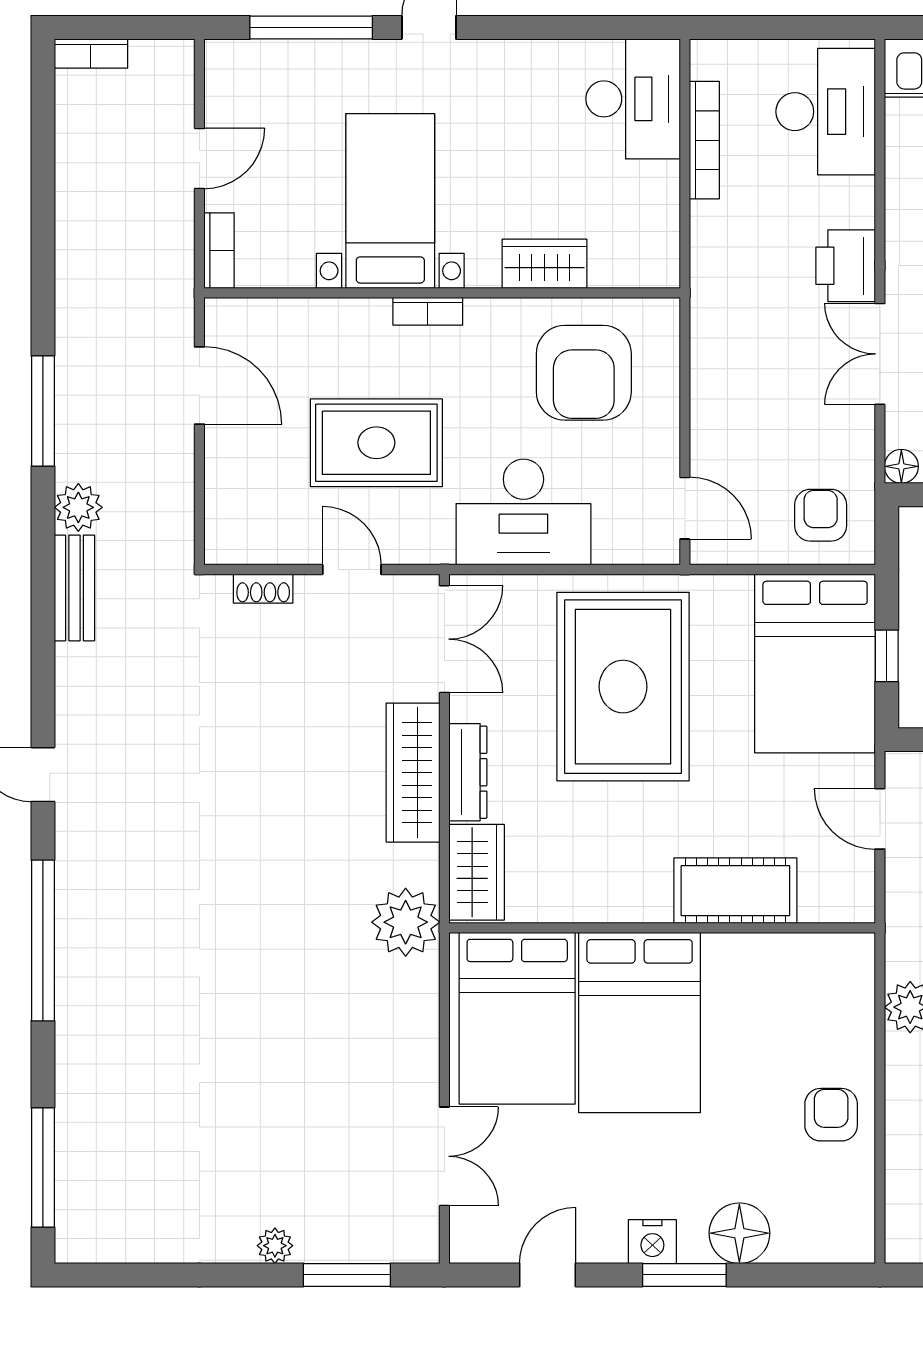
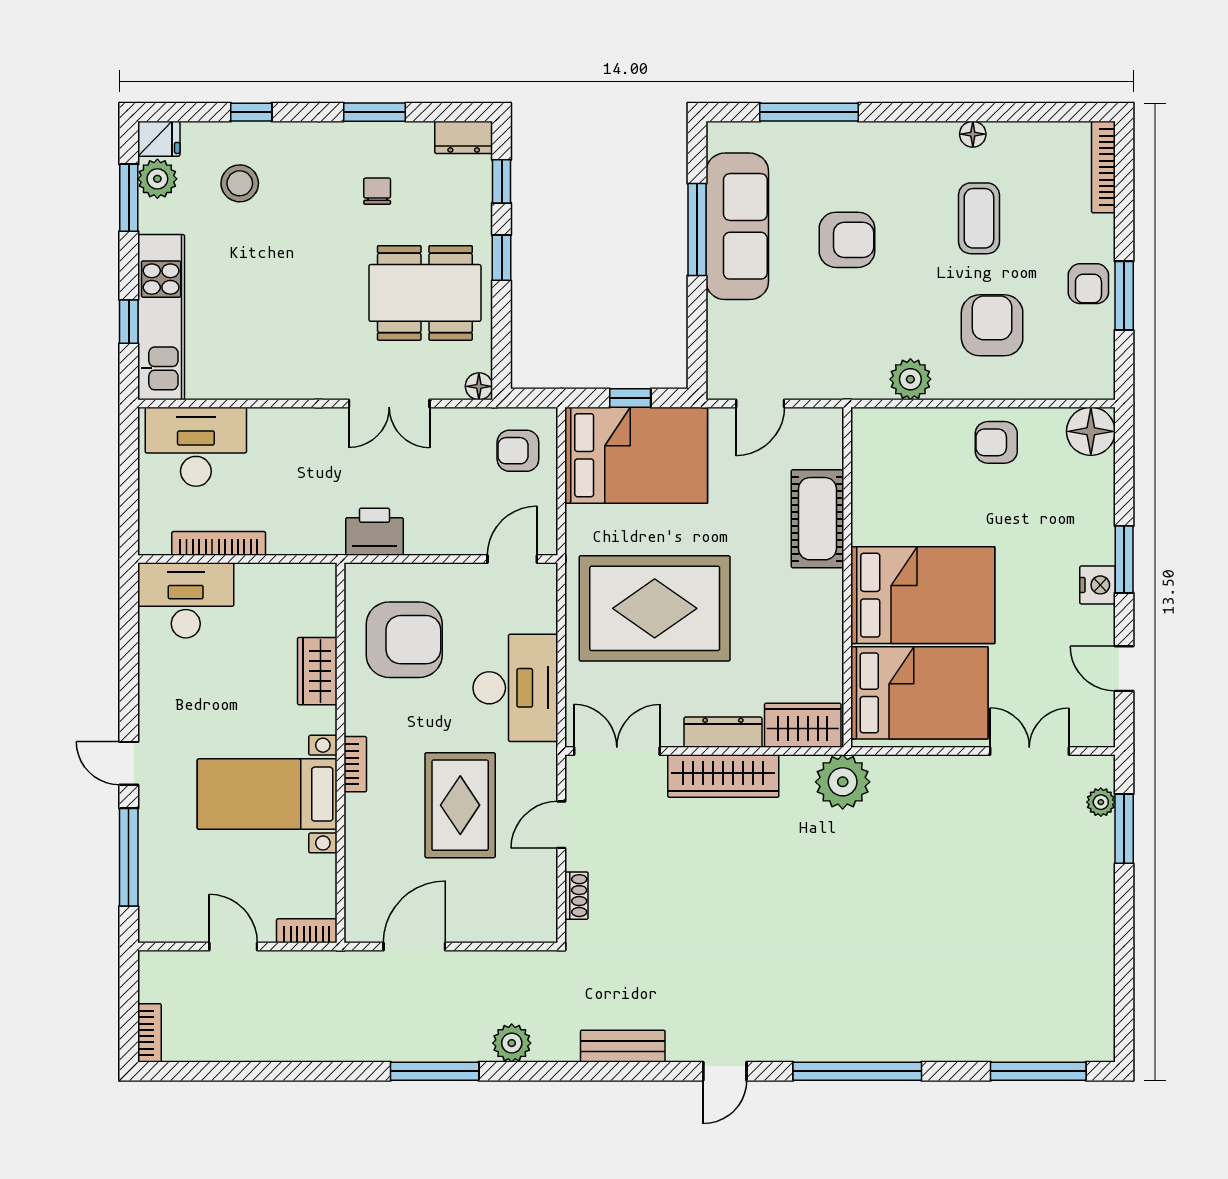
printer: (846, 266) -> (374, 532), moved, turned 180
bench: (74, 588) -> (623, 1046), moved
floor lamp: (739, 1233) -> (1091, 431), moved
plant: (275, 1246) -> (1101, 802), moved

